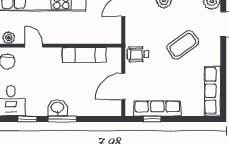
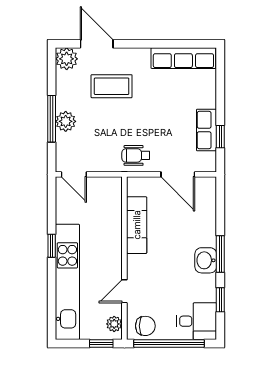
coffee table: (183, 45) -> (112, 86), moved, turned -54
wheelchair: (138, 54) -> (136, 155), turned 90
row of seats: (157, 108) -> (206, 130), width x0.68

